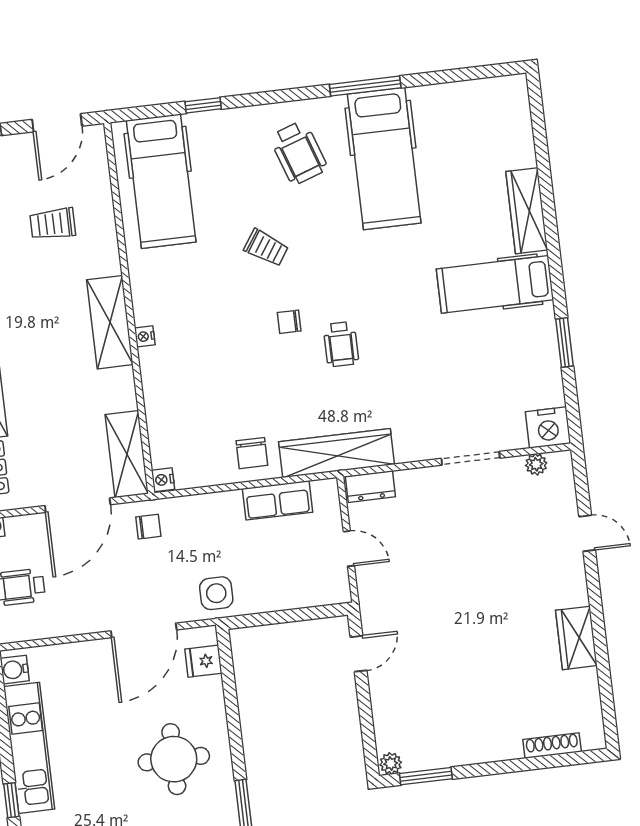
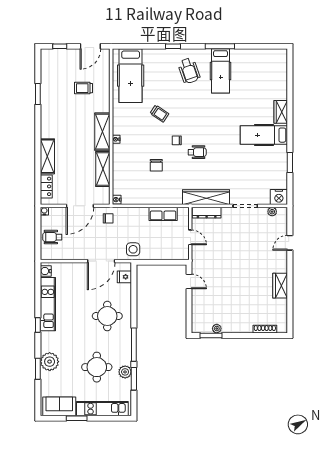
window: (203, 105) -> (173, 46), moved
hospital bed: (384, 159) -> (221, 71), width x0.73, depth x0.78
wardrobe: (527, 211) -> (281, 112), width x0.67
trolley: (266, 248) -> (159, 114), moved
wheelchair: (341, 344) -> (197, 152), turned -90
chair: (252, 453) -> (156, 165), moved
wardrobe: (337, 453) -> (206, 197), moved
shelving: (127, 454) -> (103, 169), moved
dresser: (370, 487) -> (207, 213), width x1.44
door: (587, 533) -> (290, 243), swing flipped
door: (358, 654) -> (189, 281), hinge flipped
plant: (391, 763) -> (217, 329), moved

